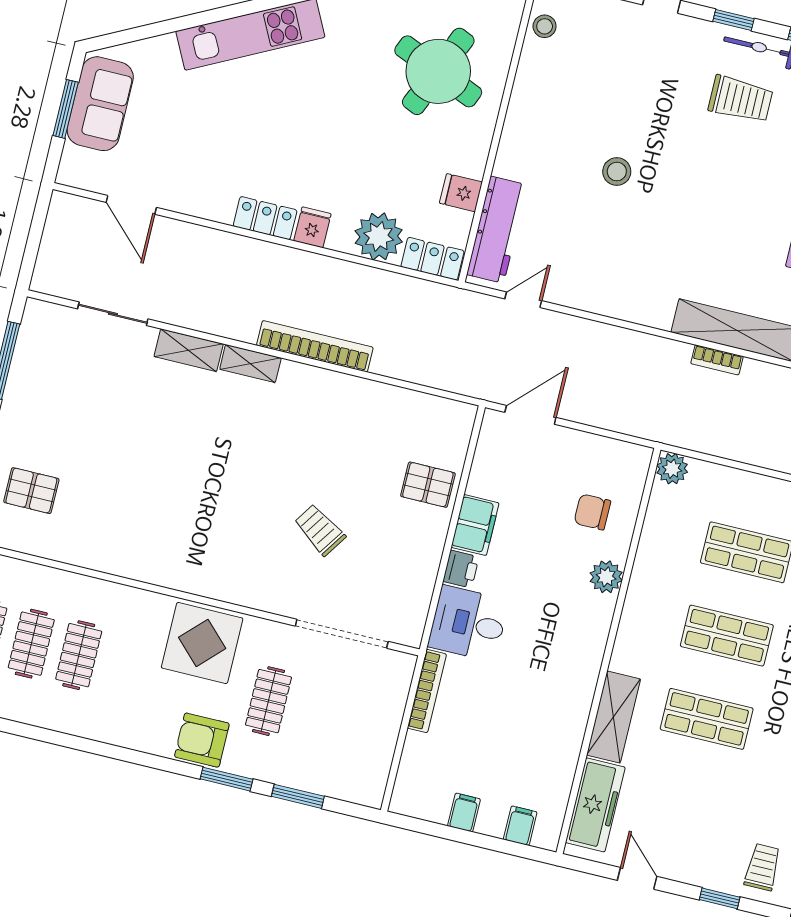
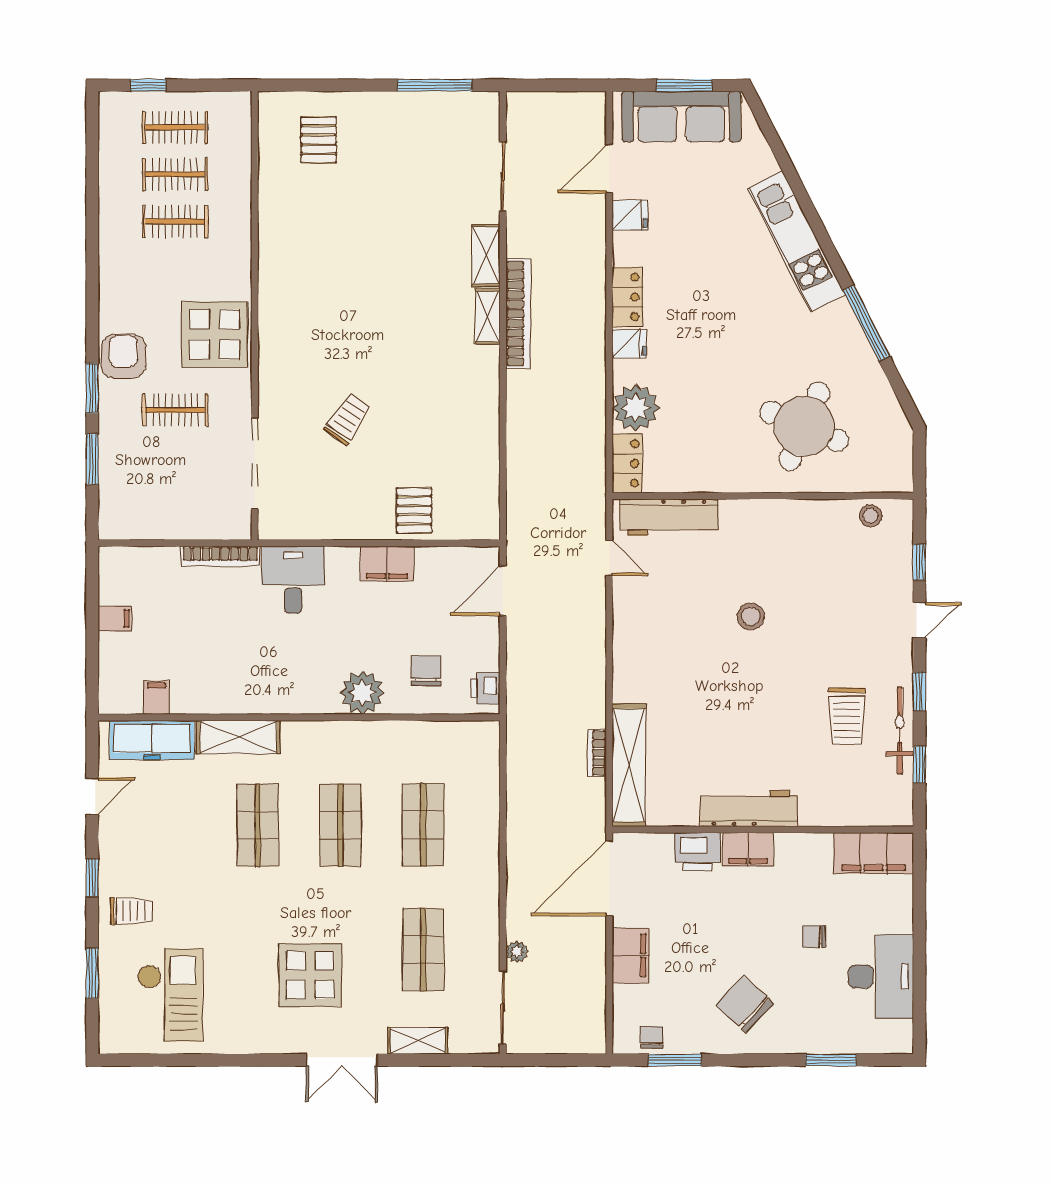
sofa: (100, 104) -> (681, 117), width x1.36
fridge: (461, 193) -> (630, 215), moved, turned 90
bookcase: (315, 346) -> (518, 314), moved
door: (530, 415) -> (503, 591), swing flipped
plant: (672, 469) -> (485, 736), removed
printer: (461, 569) -> (486, 688), moved, turned 90
plant: (606, 577) -> (362, 693), width x1.36, depth x1.36
filing cabinet: (520, 826) -> (156, 698), moved, turned -90

